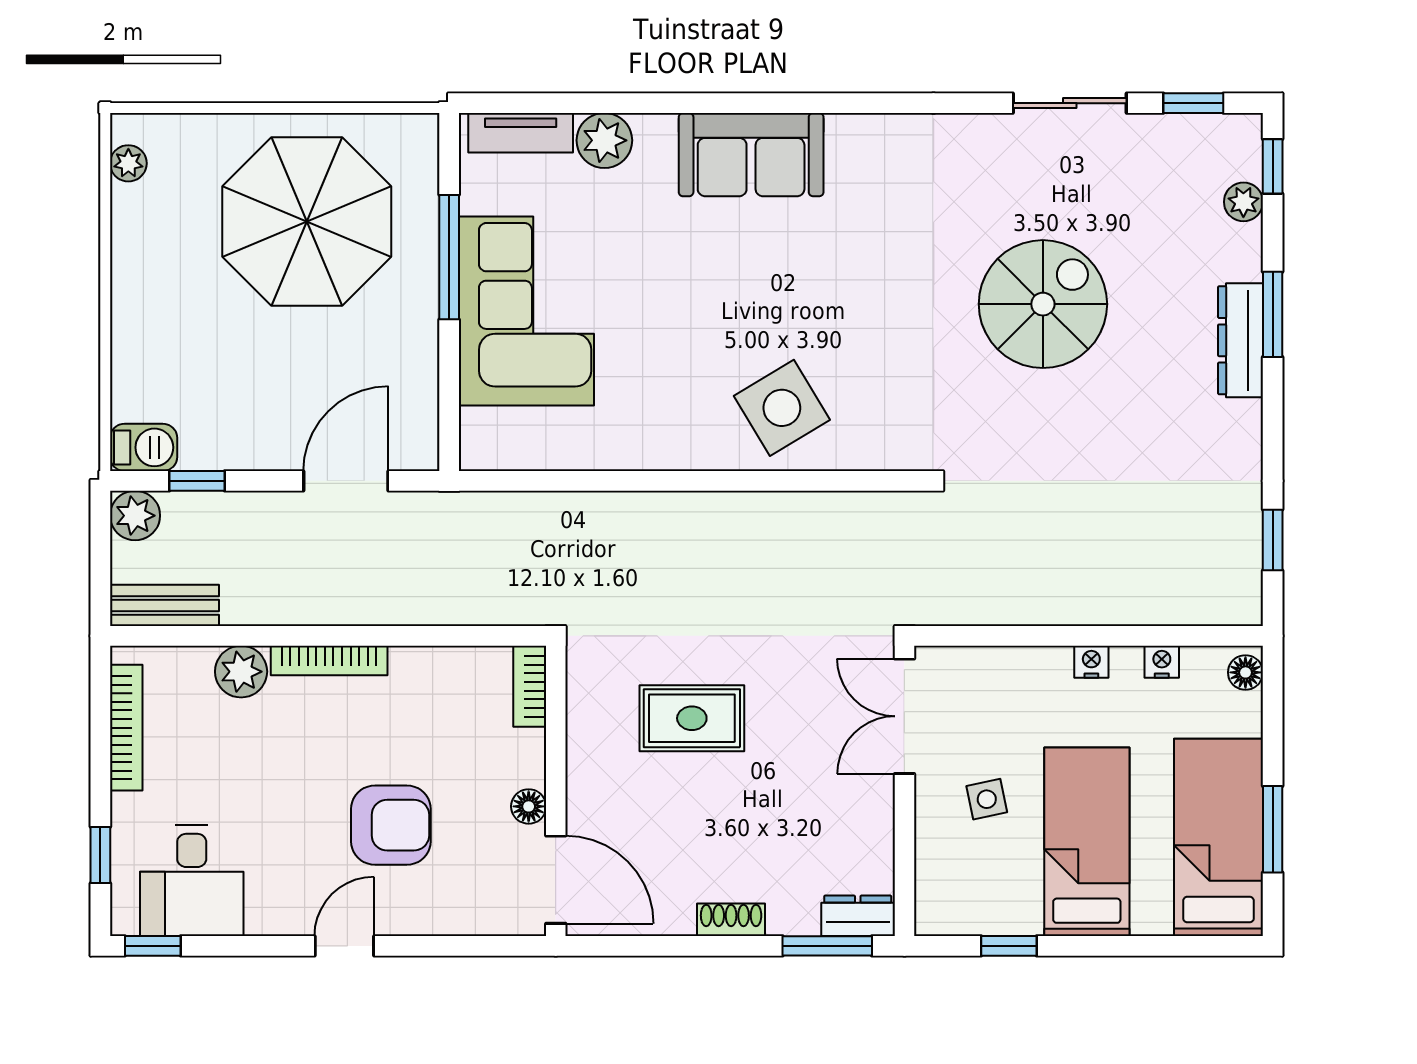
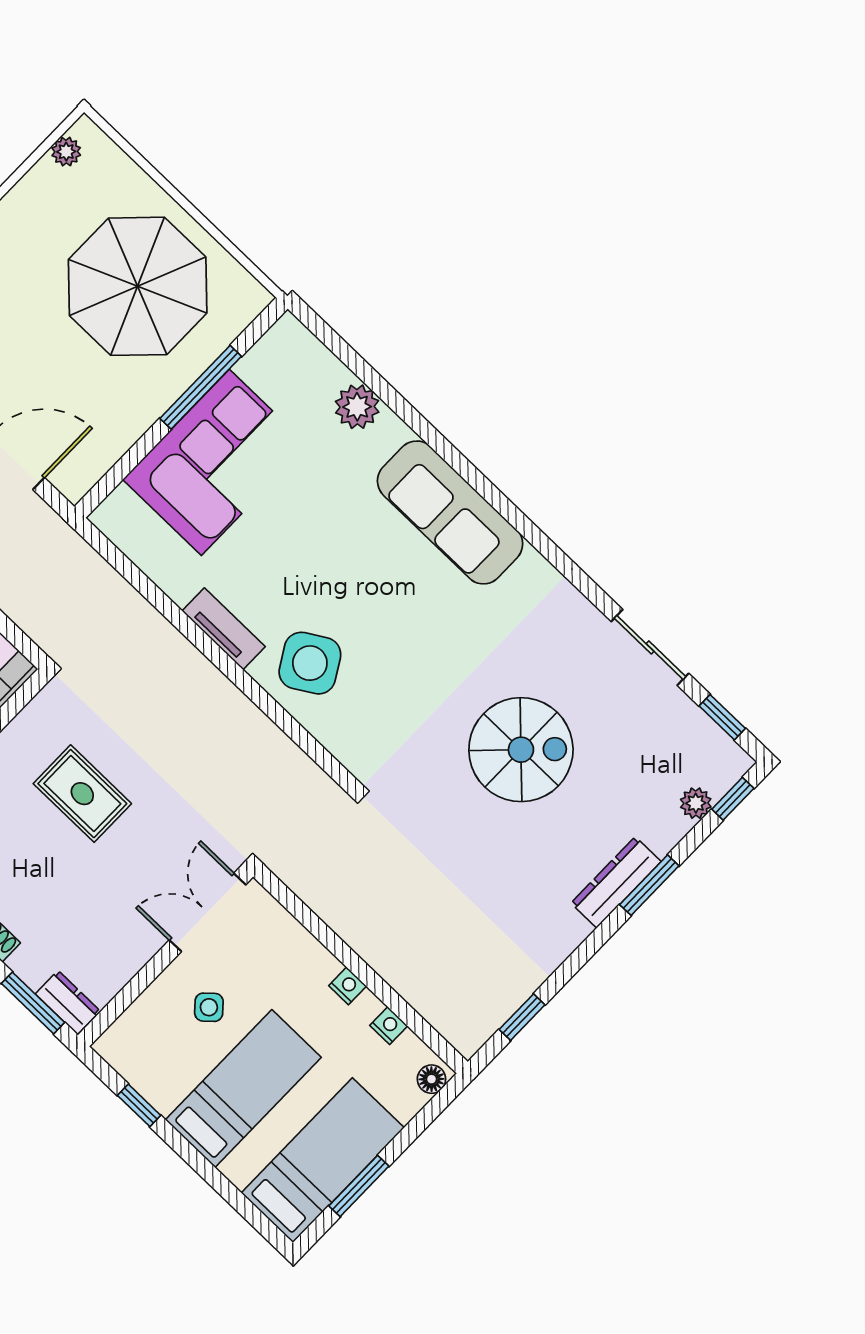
tv unit: (521, 133) -> (224, 629), moved, turned 180
sofa: (751, 155) -> (450, 512), width x1.36
side table: (987, 799) -> (209, 1007), turned -30

